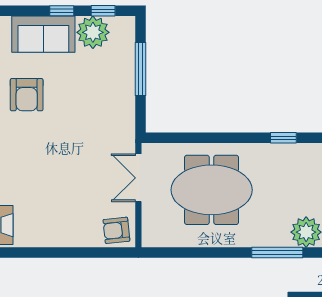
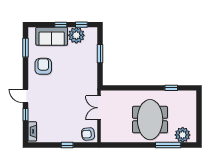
window: (140, 69) -> (100, 54), width x0.69
armchair: (27, 95) -> (43, 66), turned 180
meeting table: (212, 190) -> (150, 120), moved, turned 90
window: (75, 253) -> (67, 145), added

